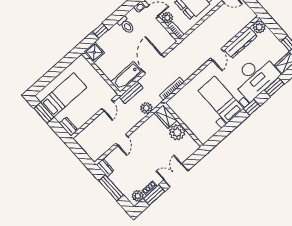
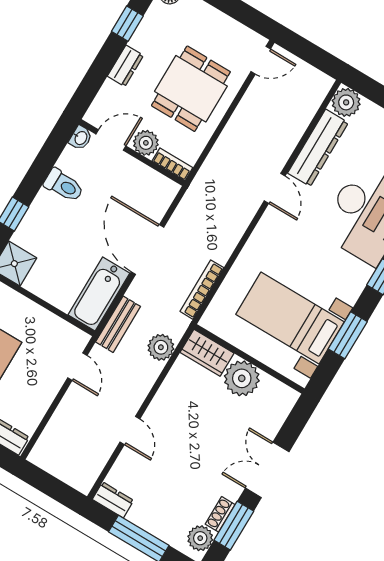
bed with nightstands: (221, 100) -> (290, 318), moved
window: (229, 128) -> (348, 335), added

